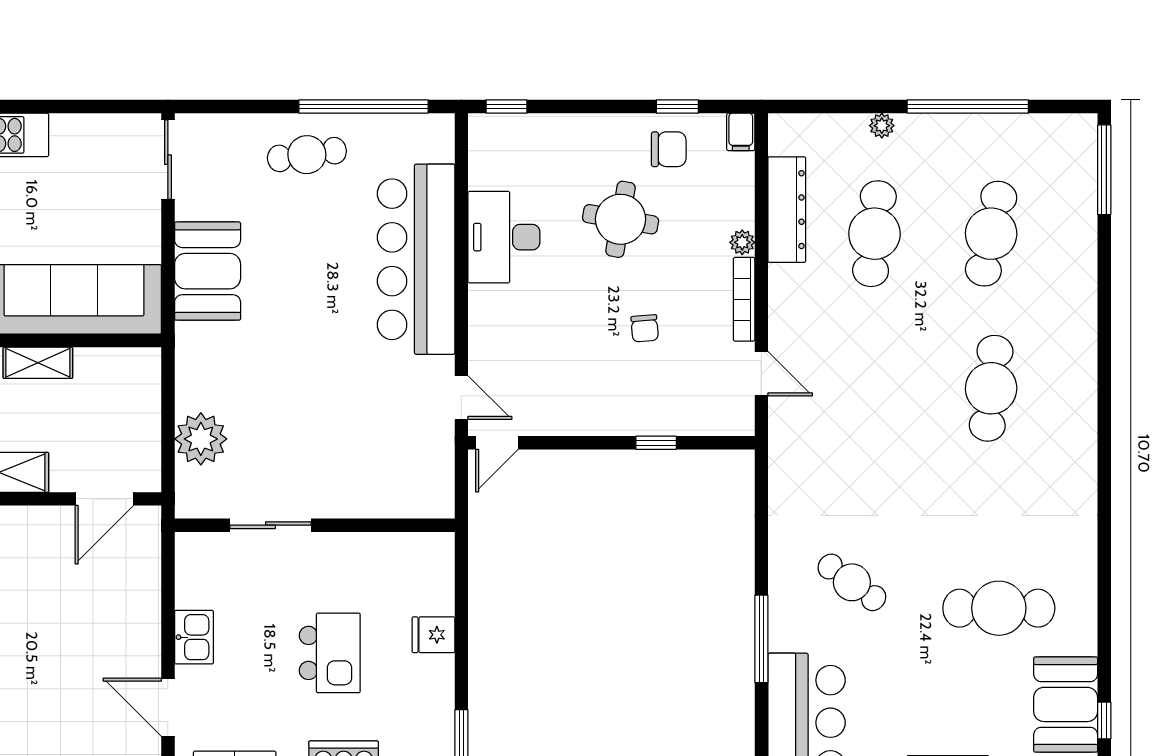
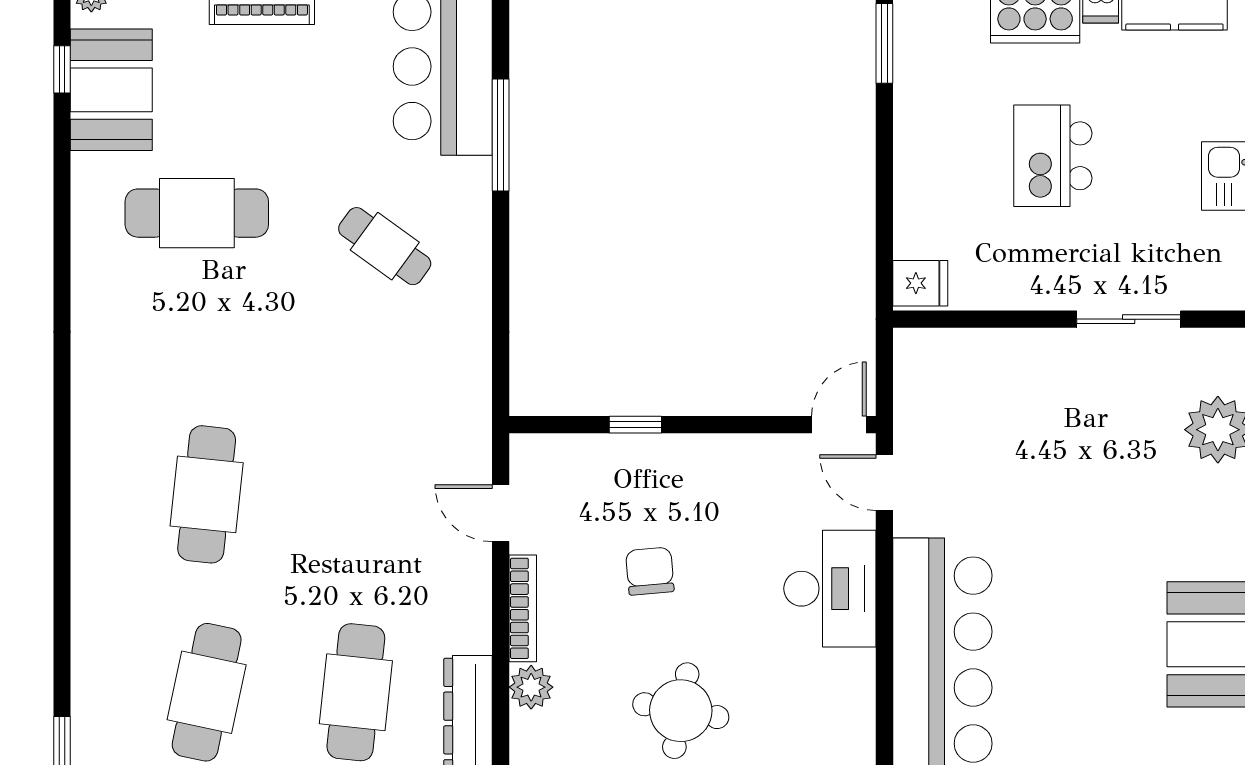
desk: (504, 237) -> (830, 589), moved
plant: (742, 242) -> (531, 687), width x1.38, depth x1.38
chair: (645, 328) -> (650, 571), width x1.37, depth x1.37
fridge: (433, 635) -> (920, 283), moved
window: (761, 639) -> (501, 135), moved

